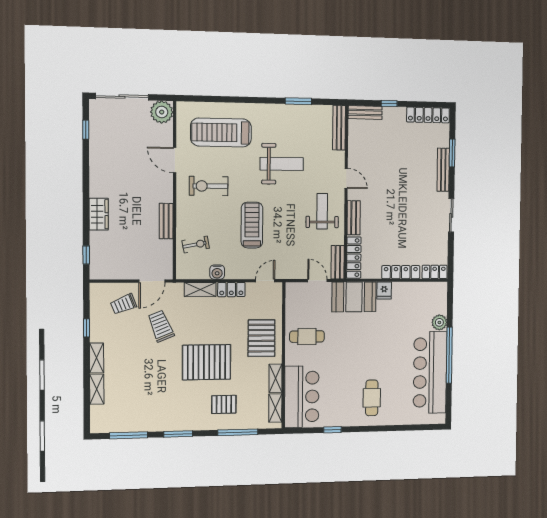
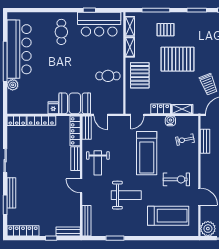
weight bench: (282, 164) -> (126, 195), turned 180
bench: (166, 221) -> (205, 141), moved
treadmill: (252, 225) -> (147, 153), width x1.37, depth x1.38
bar counter: (302, 397) -> (99, 24), moved, turned -90

